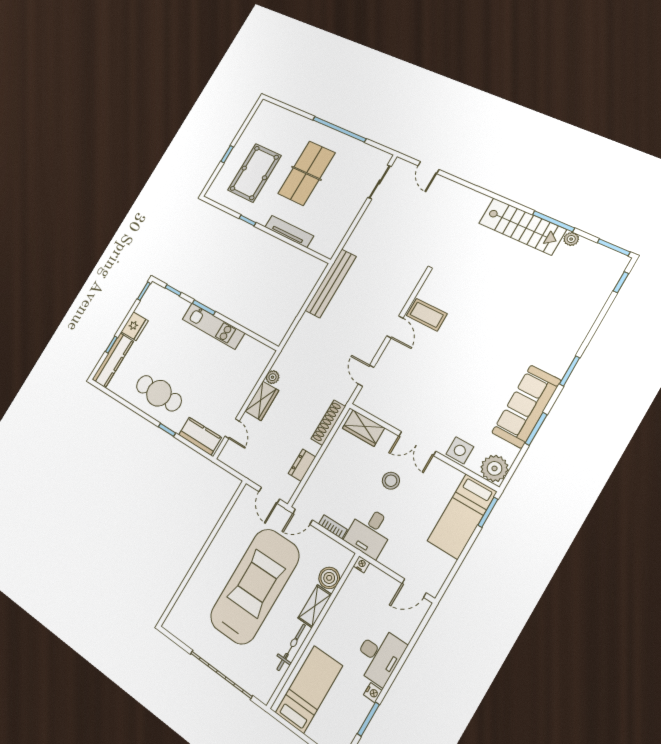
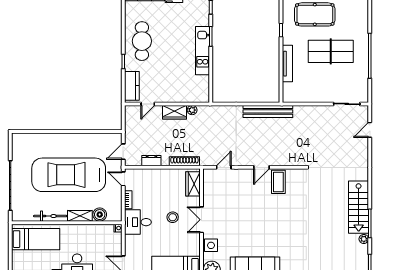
car: (255, 586) -> (69, 175), turned 180

